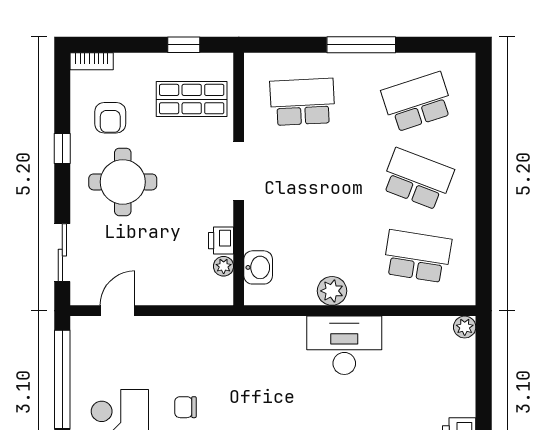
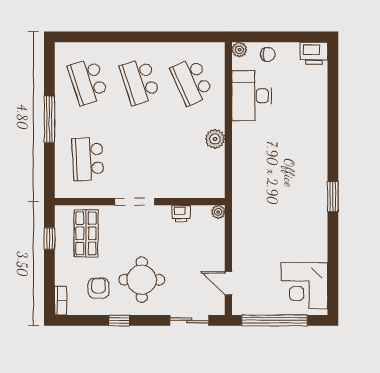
armchair: (110, 118) -> (99, 288), turned -90
school desk: (417, 179) -> (140, 82), turned -39
school desk: (417, 256) -> (192, 82), turned -33
plant: (224, 266) -> (218, 212), moved
washbasin: (258, 267) -> (199, 189), removed
desk: (344, 345) -> (252, 96), moved
chair: (185, 407) -> (268, 54), moved, turned -90

